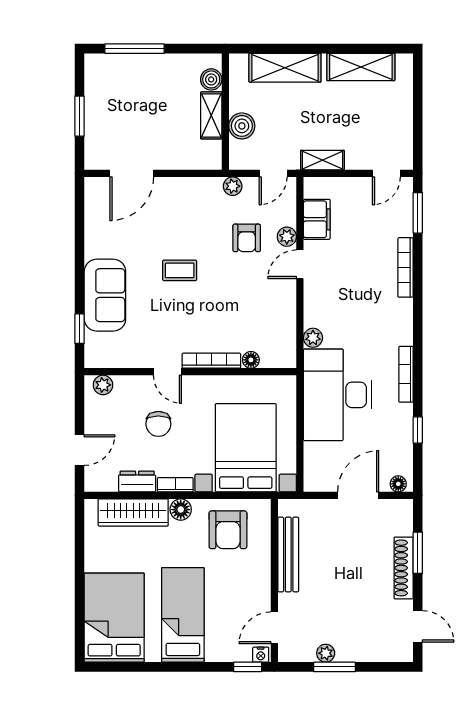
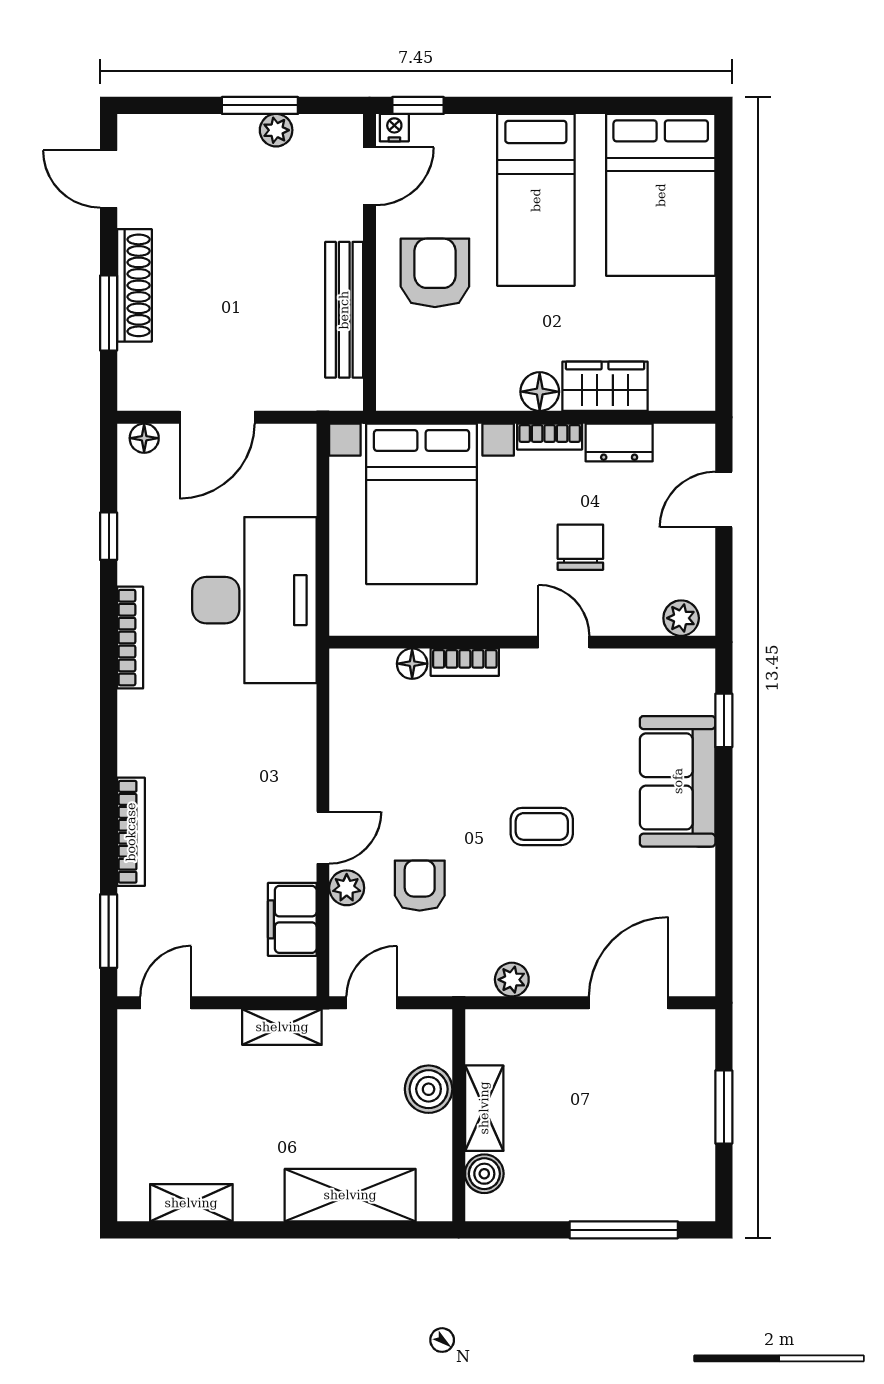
shelving: (361, 67) -> (191, 1203), width x0.67, depth x0.75
plant: (233, 186) -> (512, 980), moved
plant: (313, 338) -> (299, 704), removed
bookcase: (211, 361) -> (465, 662), width x0.64
wardrobe: (133, 512) -> (605, 386), width x0.67
armchair: (228, 530) -> (435, 273), moved

